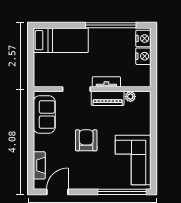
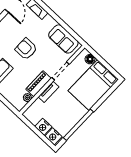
bed: (61, 40) -> (93, 85), width x1.50
floor lamp: (40, 72) -> (90, 59), added
armchair: (86, 140) -> (26, 49), turned 180

